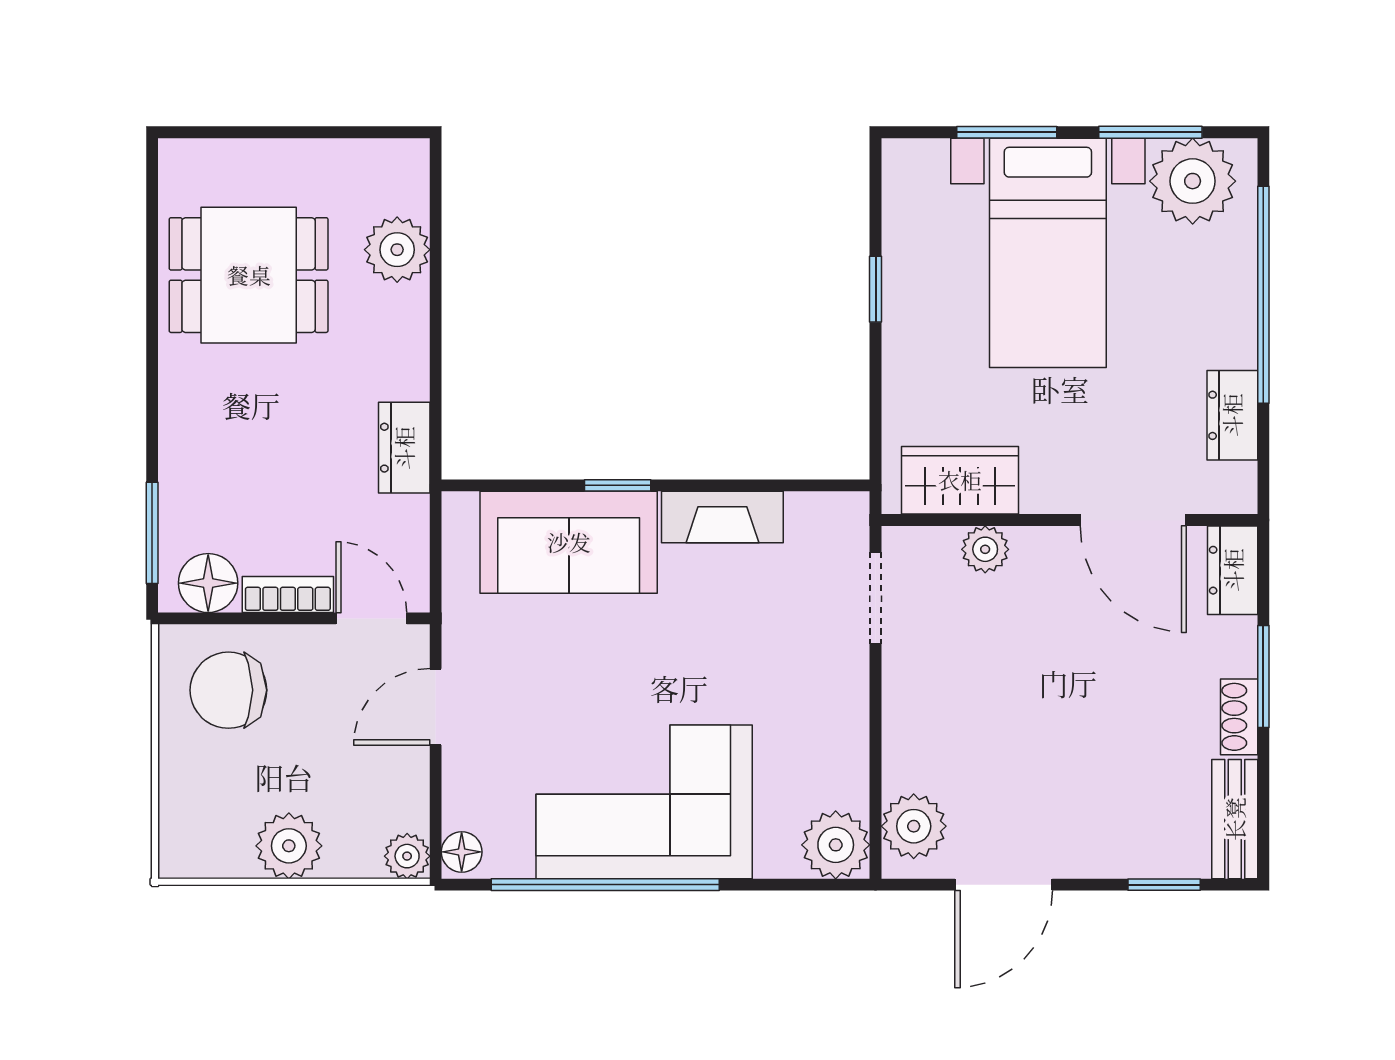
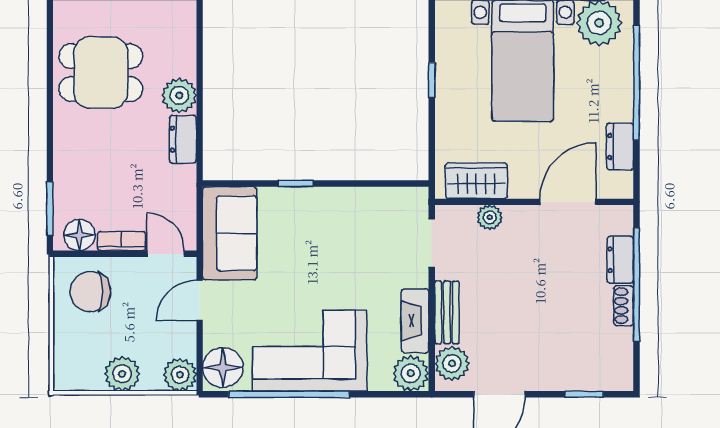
plant: (397, 250) -> (179, 95), moved
dresser: (404, 448) -> (183, 139), moved
fireplace: (722, 517) -> (415, 321), moved, turned 90
door: (1133, 520) -> (568, 202), swing flipped
sofa: (569, 542) -> (230, 233), moved, turned -90
dresser: (1233, 570) -> (620, 260), moved
window: (1263, 677) -> (637, 284), width x2.11
bench: (1235, 819) -> (447, 312), moved
floor lamp: (462, 852) -> (223, 368), width x1.89, depth x1.89
plant: (407, 856) -> (180, 375), width x1.38, depth x1.38

